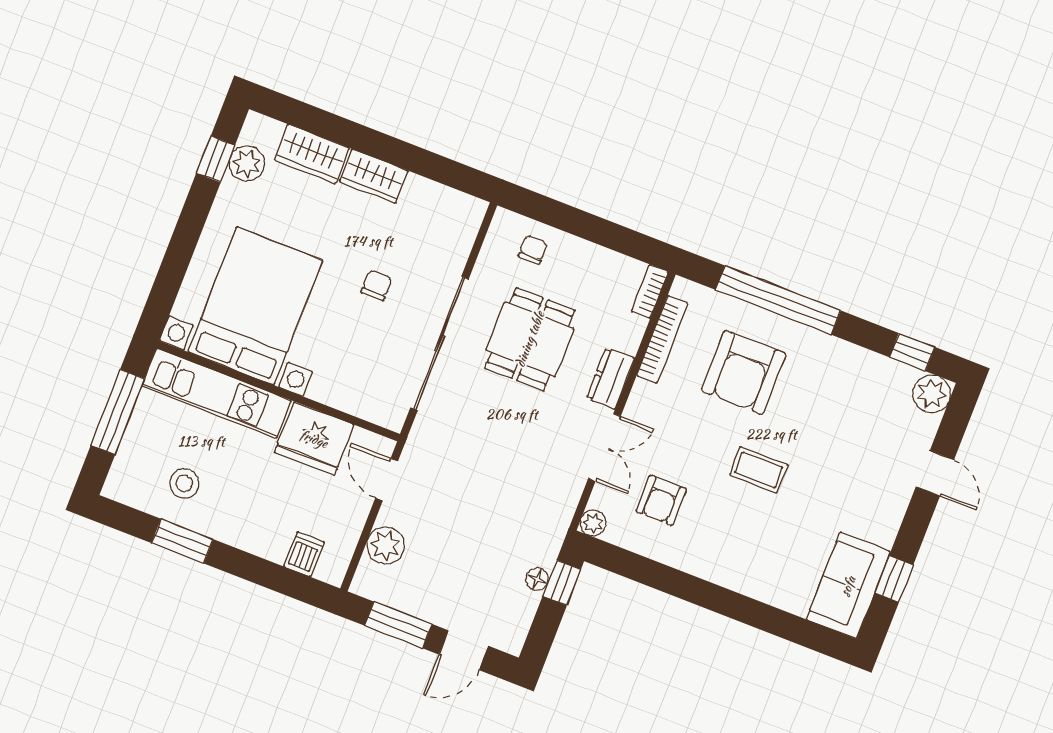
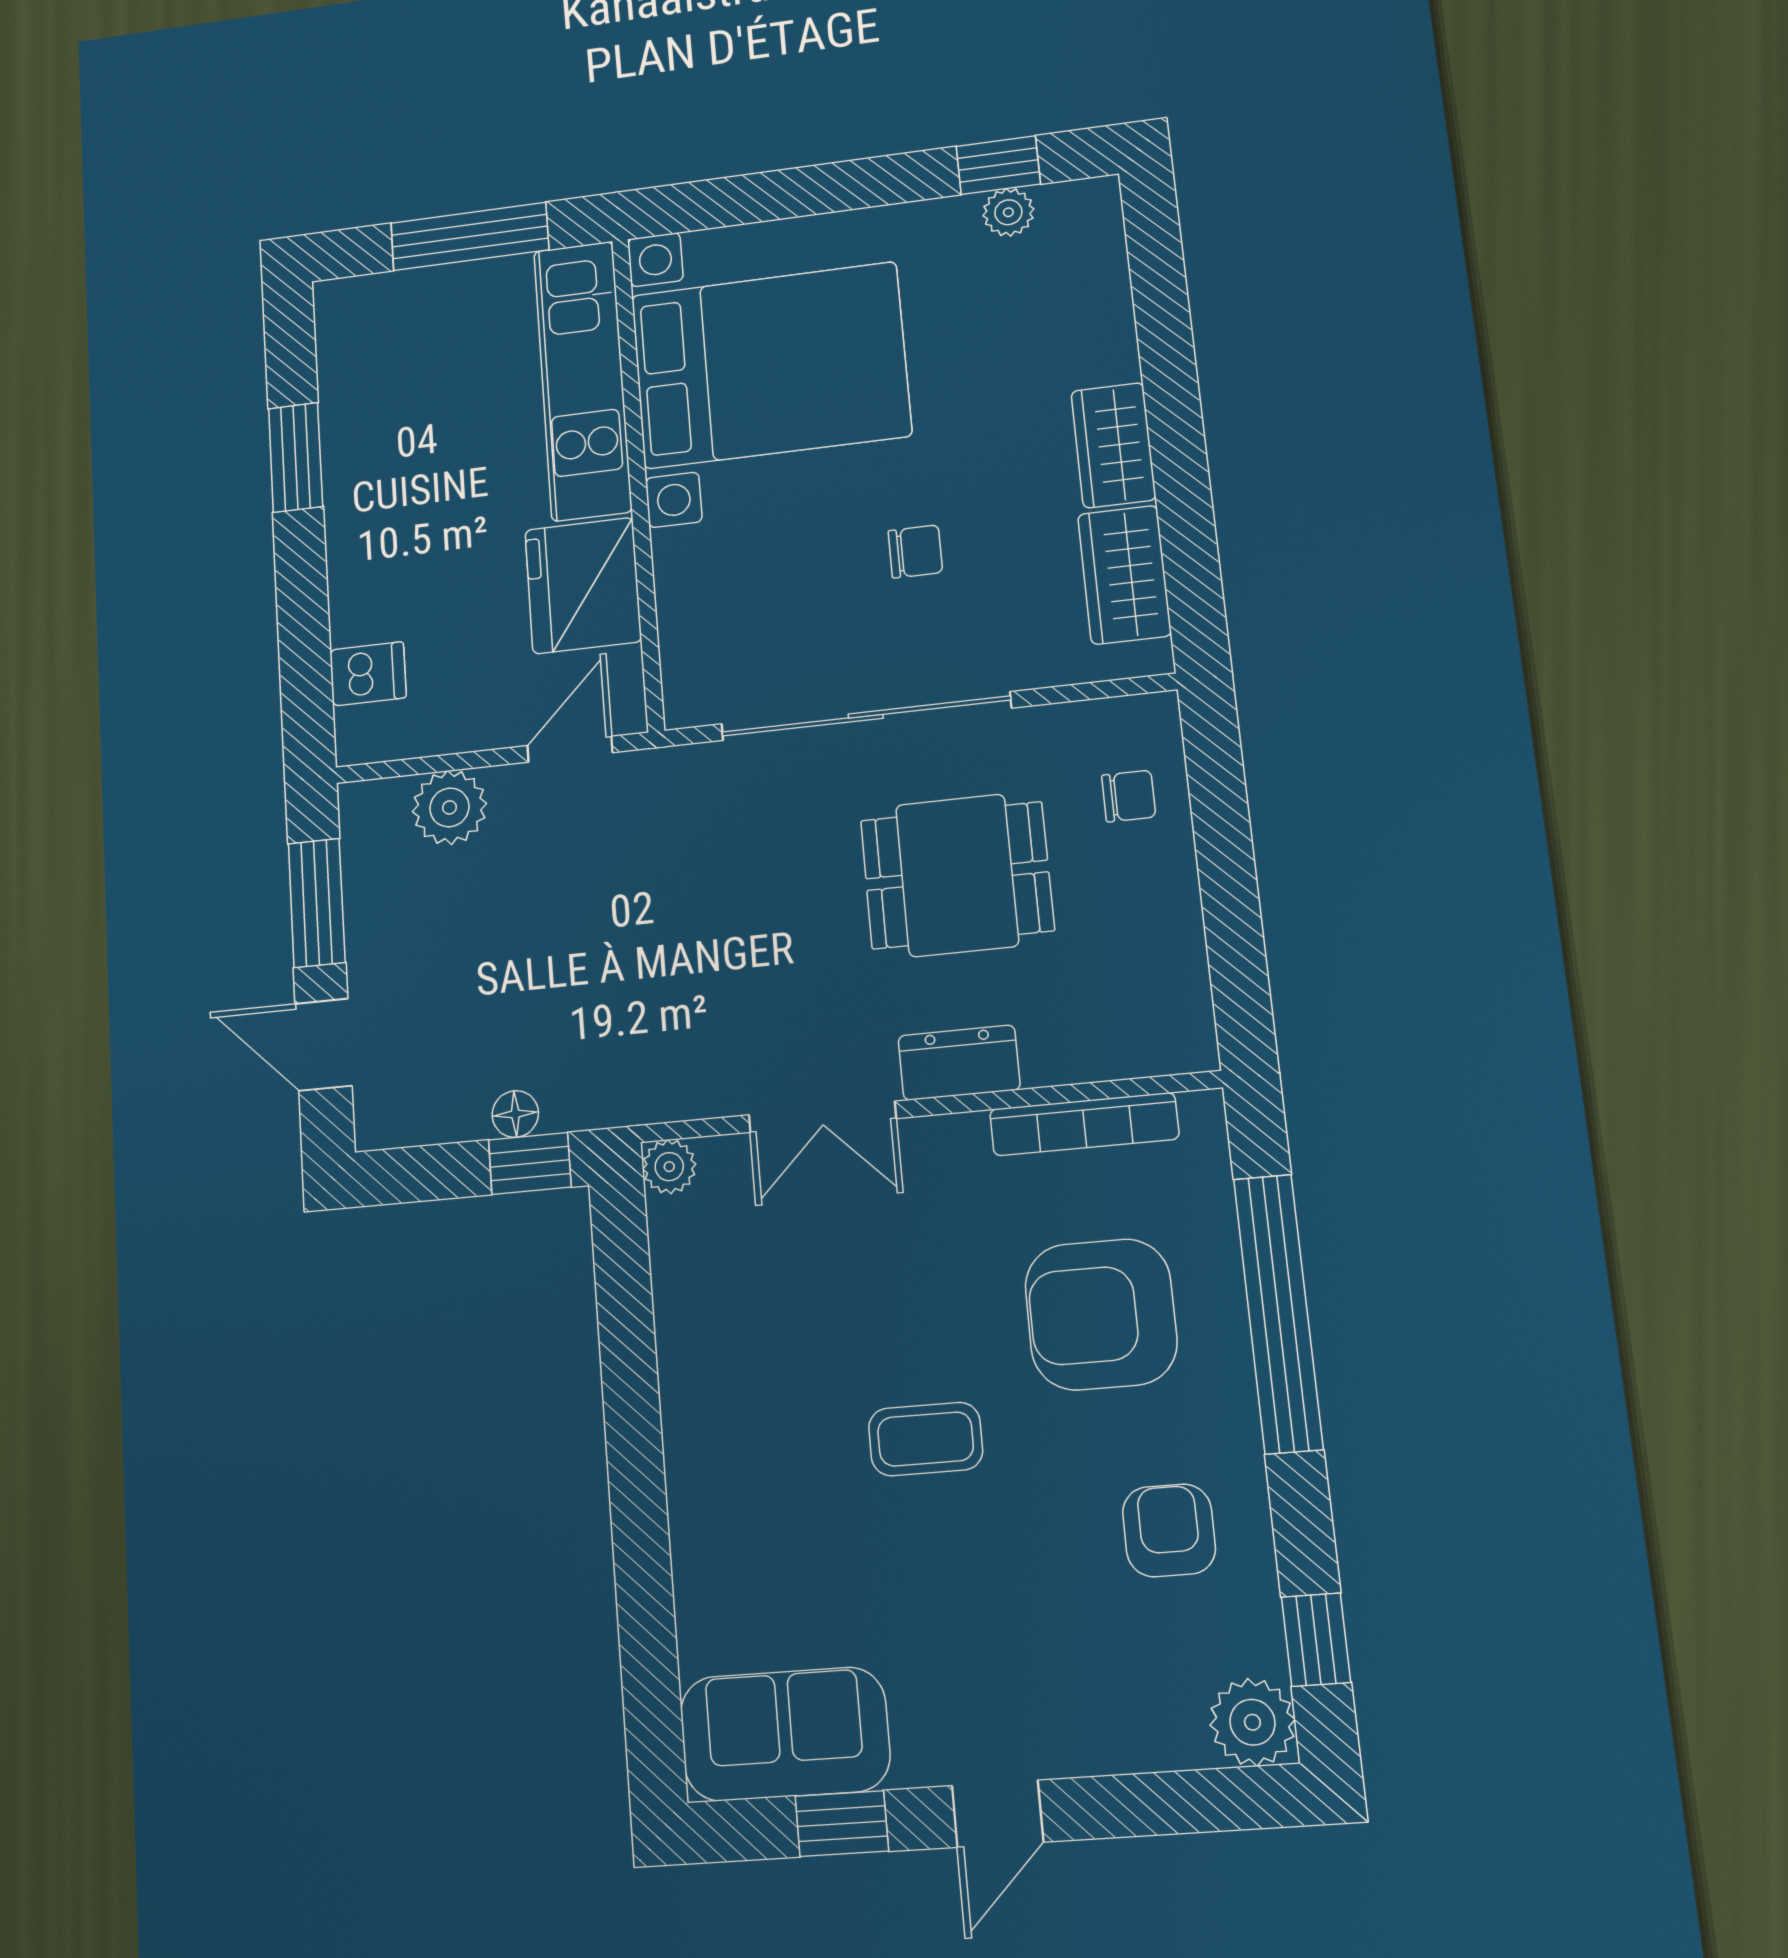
wardrobe: (312, 154) -> (1124, 575), moved
plant: (247, 163) -> (1008, 212), width x0.73, depth x0.73
bookcase: (650, 292) -> (1164, 1054), removed
coffee table: (759, 470) -> (926, 1439), turned 90
door: (935, 473) -> (998, 1814), moved
stool: (184, 484) -> (398, 409), removed
armchair: (661, 500) -> (1169, 1530), moved, turned 90

